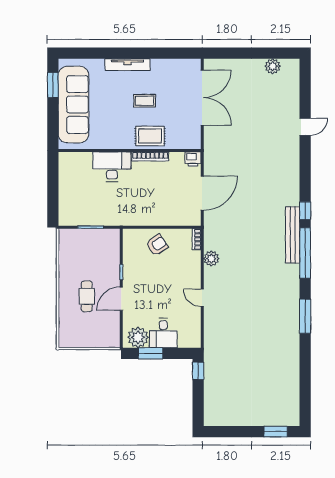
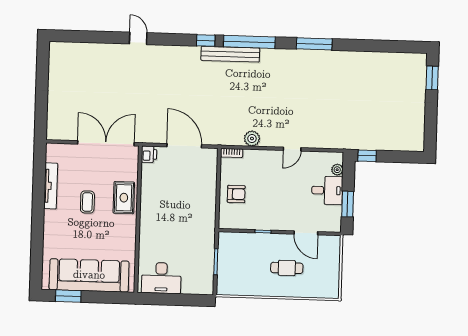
tv unit: (128, 65) -> (51, 186), moved
plant: (273, 66) -> (56, 69), removed
double door: (202, 98) -> (106, 143), moved
door: (305, 127) -> (138, 38), moved
bookcase: (150, 156) -> (145, 198), removed
desk: (112, 167) -> (161, 278), moved, turned -90
armchair: (157, 245) -> (236, 194), turned 123
door: (121, 299) -> (306, 233), moved
plant: (138, 337) -> (337, 170), moved, width x0.53, depth x0.53

